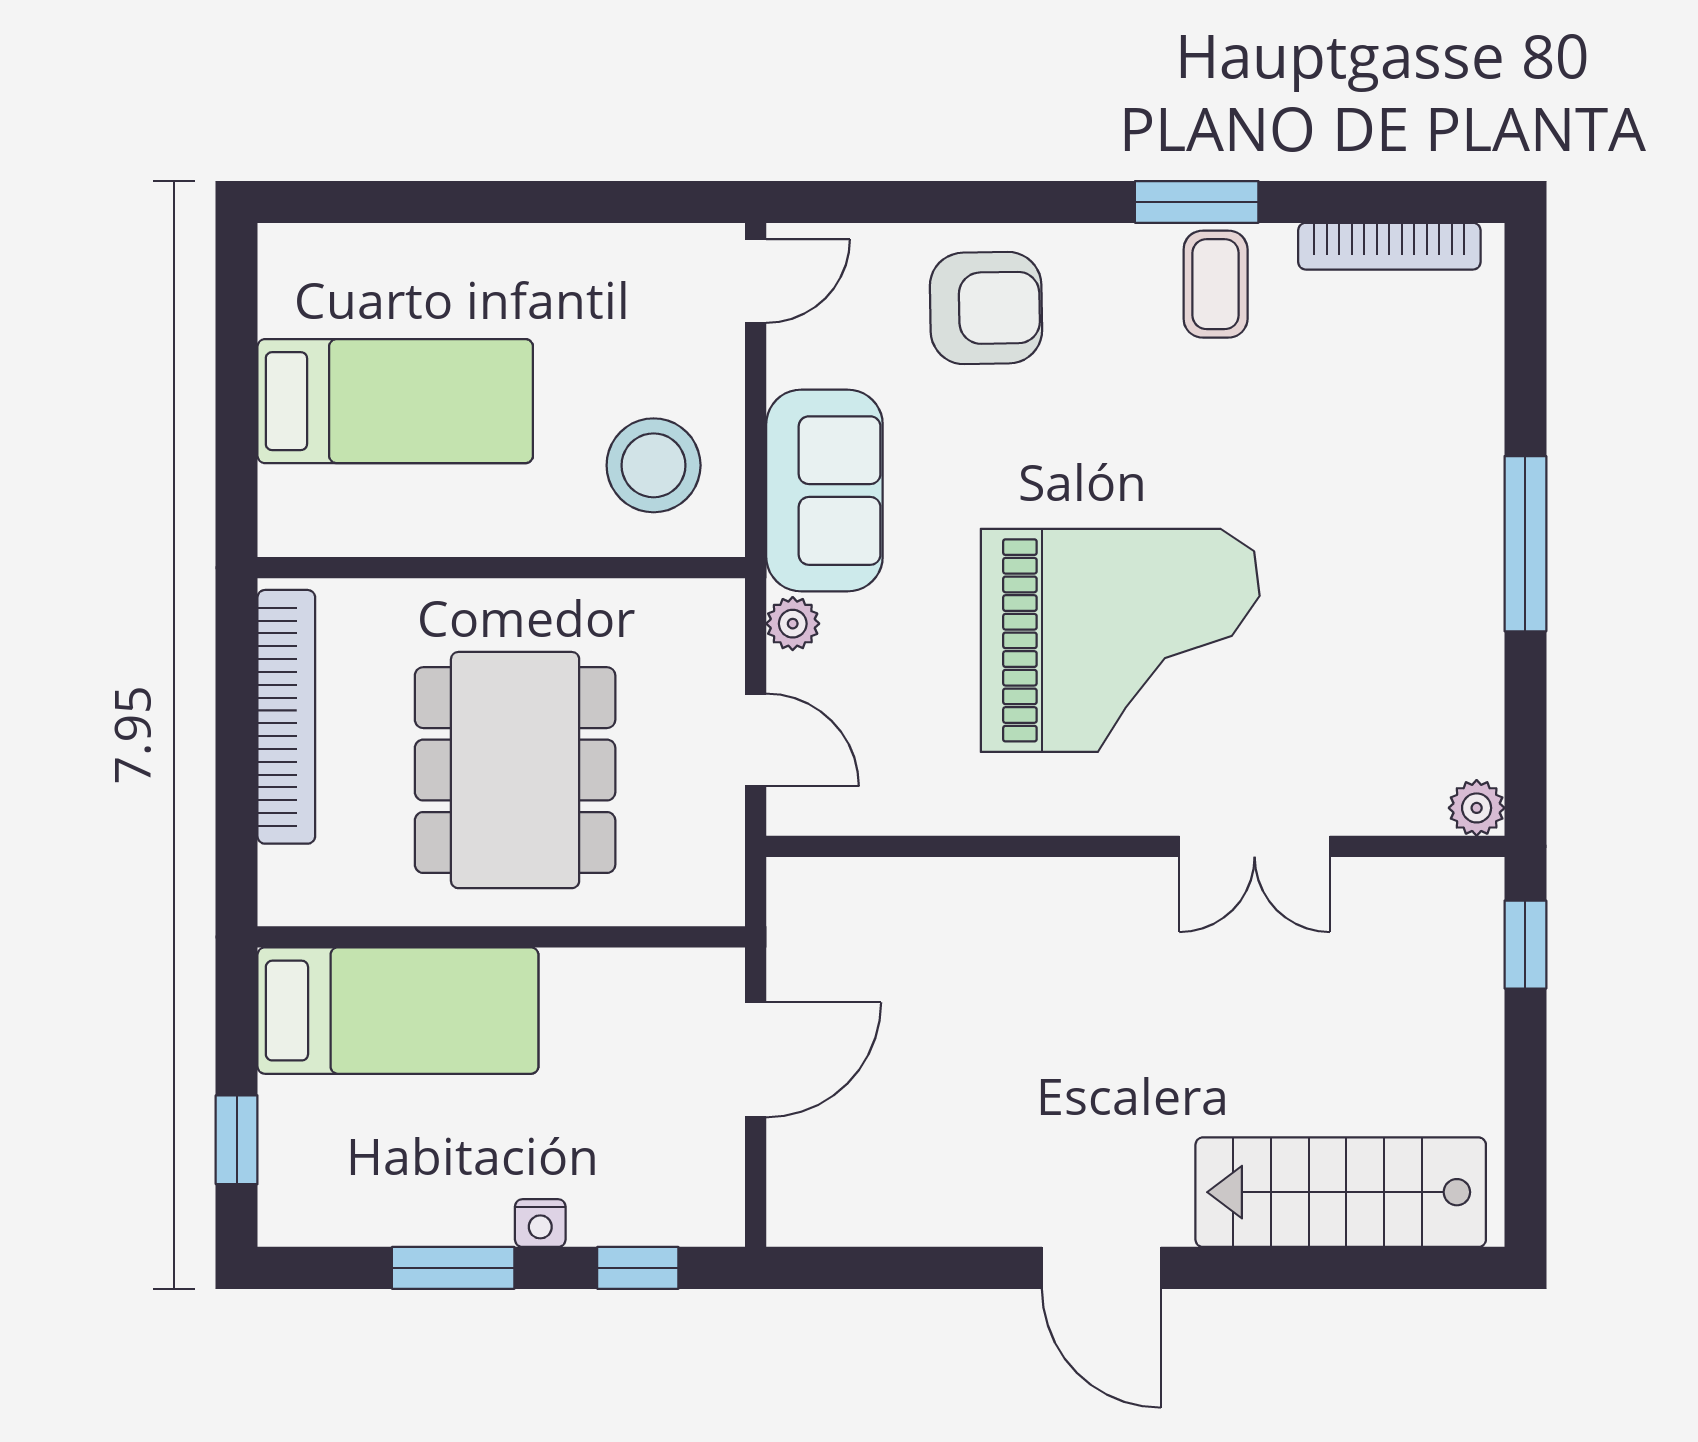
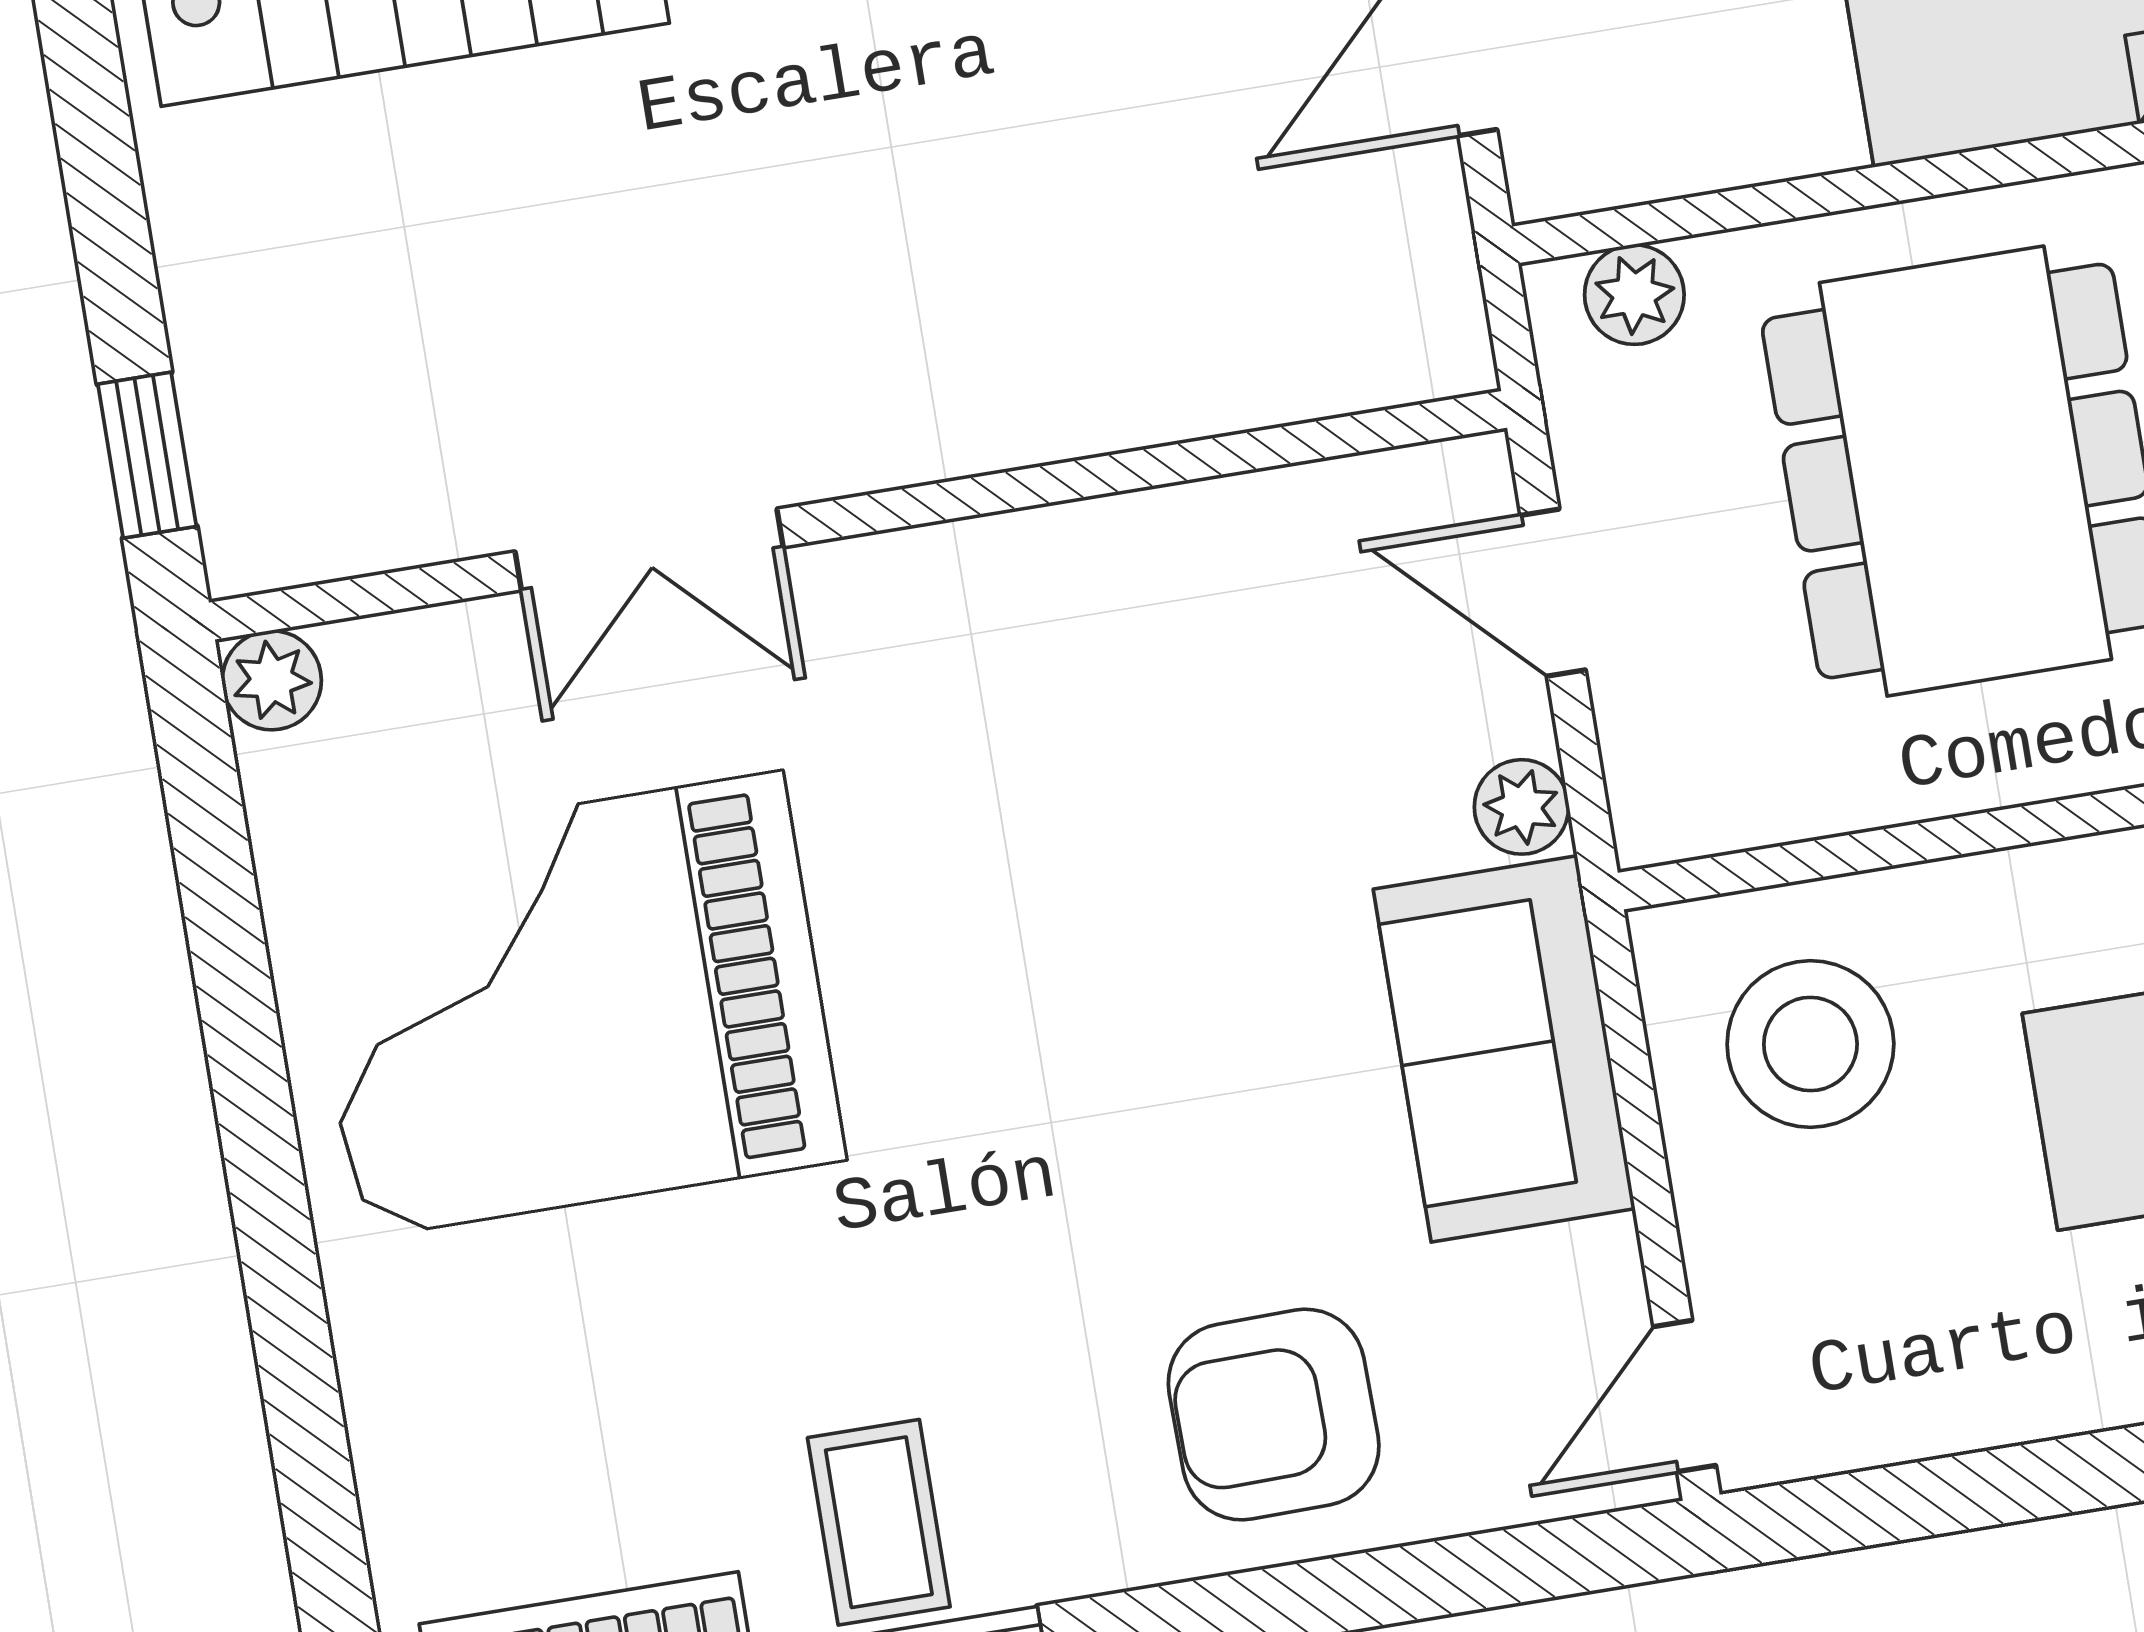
window: (1525, 544) -> (262, 1157), removed
grand piano: (1120, 640) -> (571, 1005), moved
double door: (1255, 846) -> (649, 549), swing flipped
plant: (683, 898) -> (1634, 295), added

